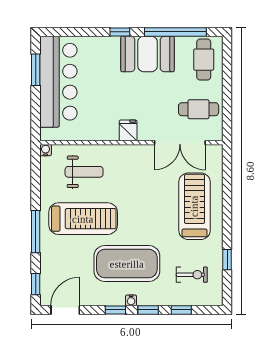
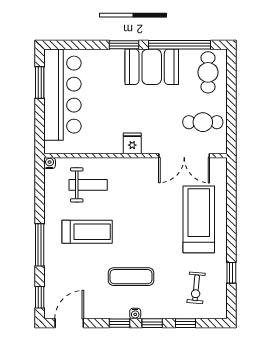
window: (120, 32) -> (124, 45), width x1.50
treadmill: (83, 219) -> (87, 232), width x0.73, depth x0.73
exercise mat: (127, 264) -> (131, 277), width x0.50, depth x0.69
exercise bike: (192, 275) -> (196, 288), turned 95

